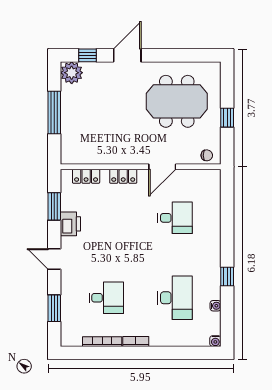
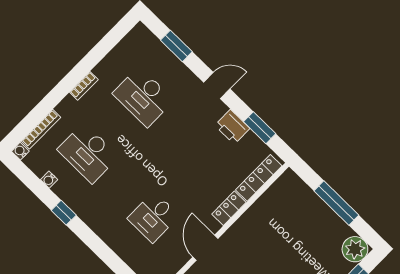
locker: (86, 176) -> (259, 178), width x1.53
desk: (106, 298) -> (143, 97), width x1.37
bookcase: (102, 342) -> (41, 129), moved

